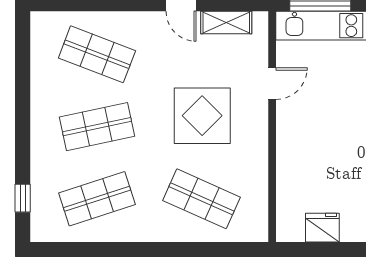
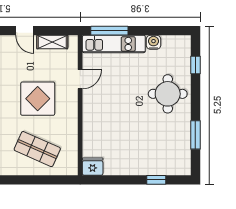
fridge: (322, 228) -> (93, 167), moved

